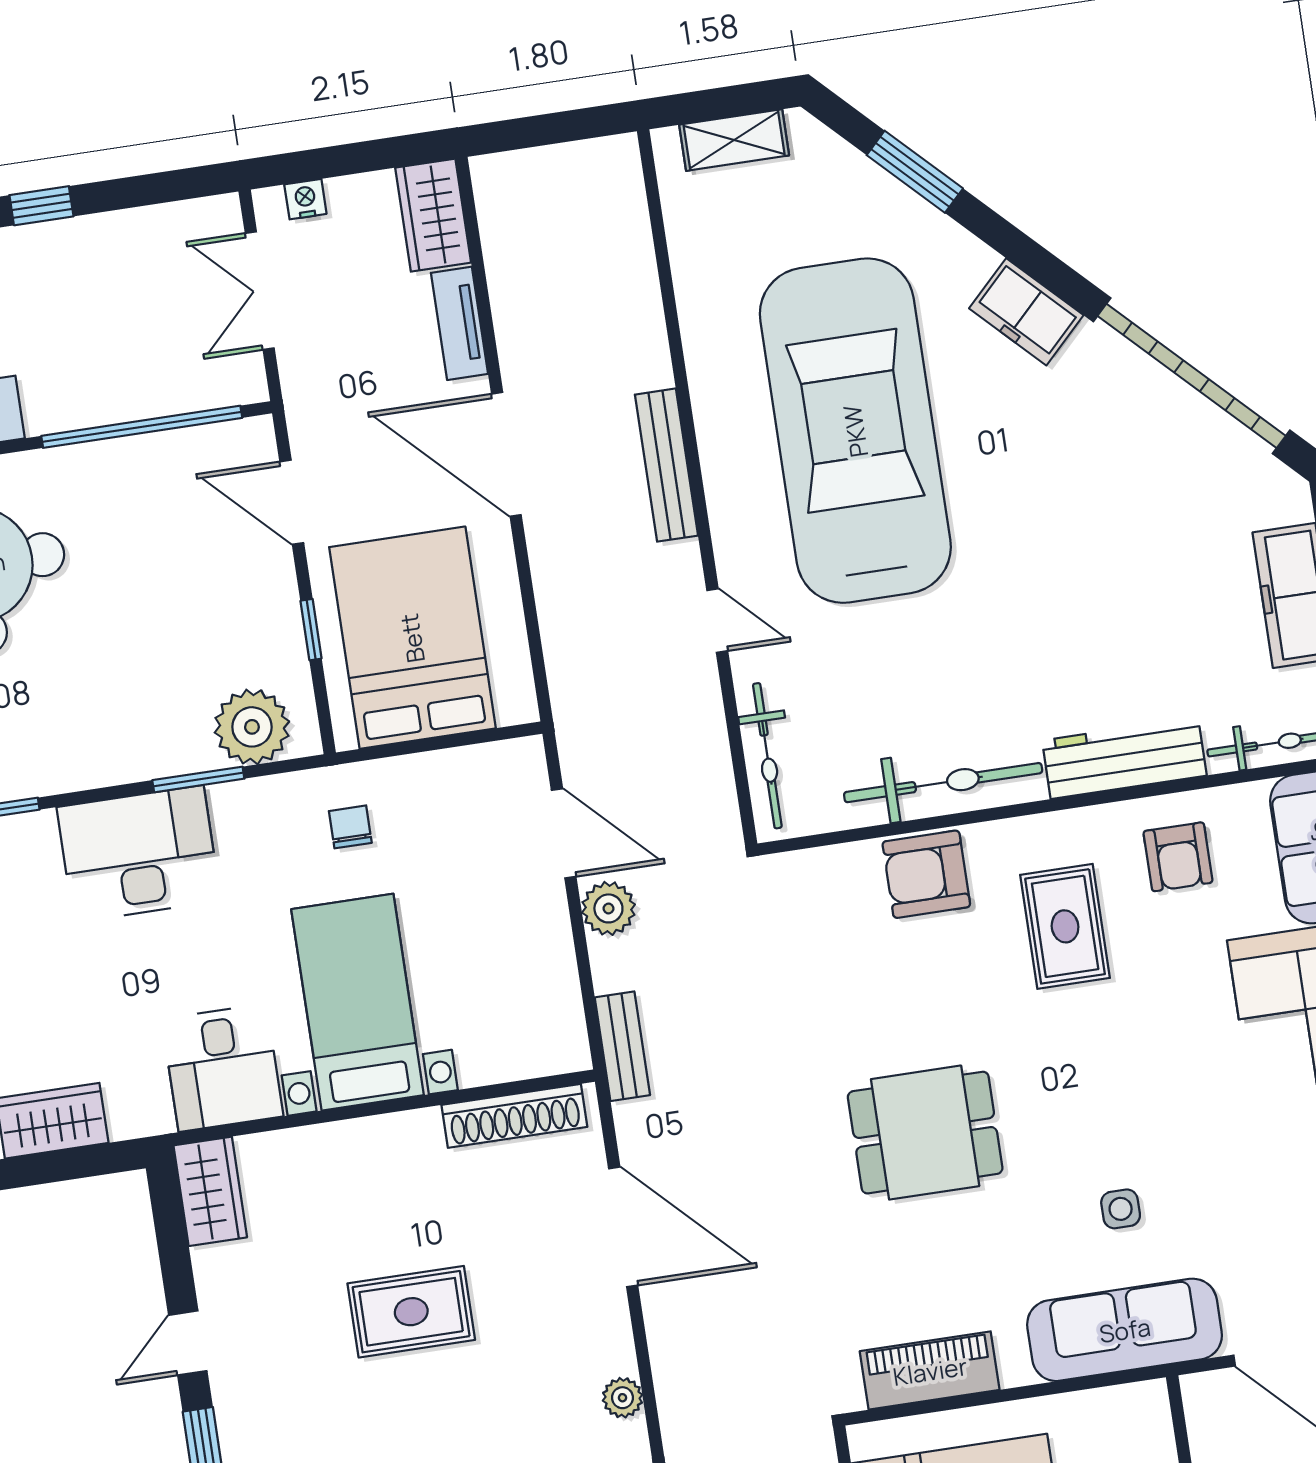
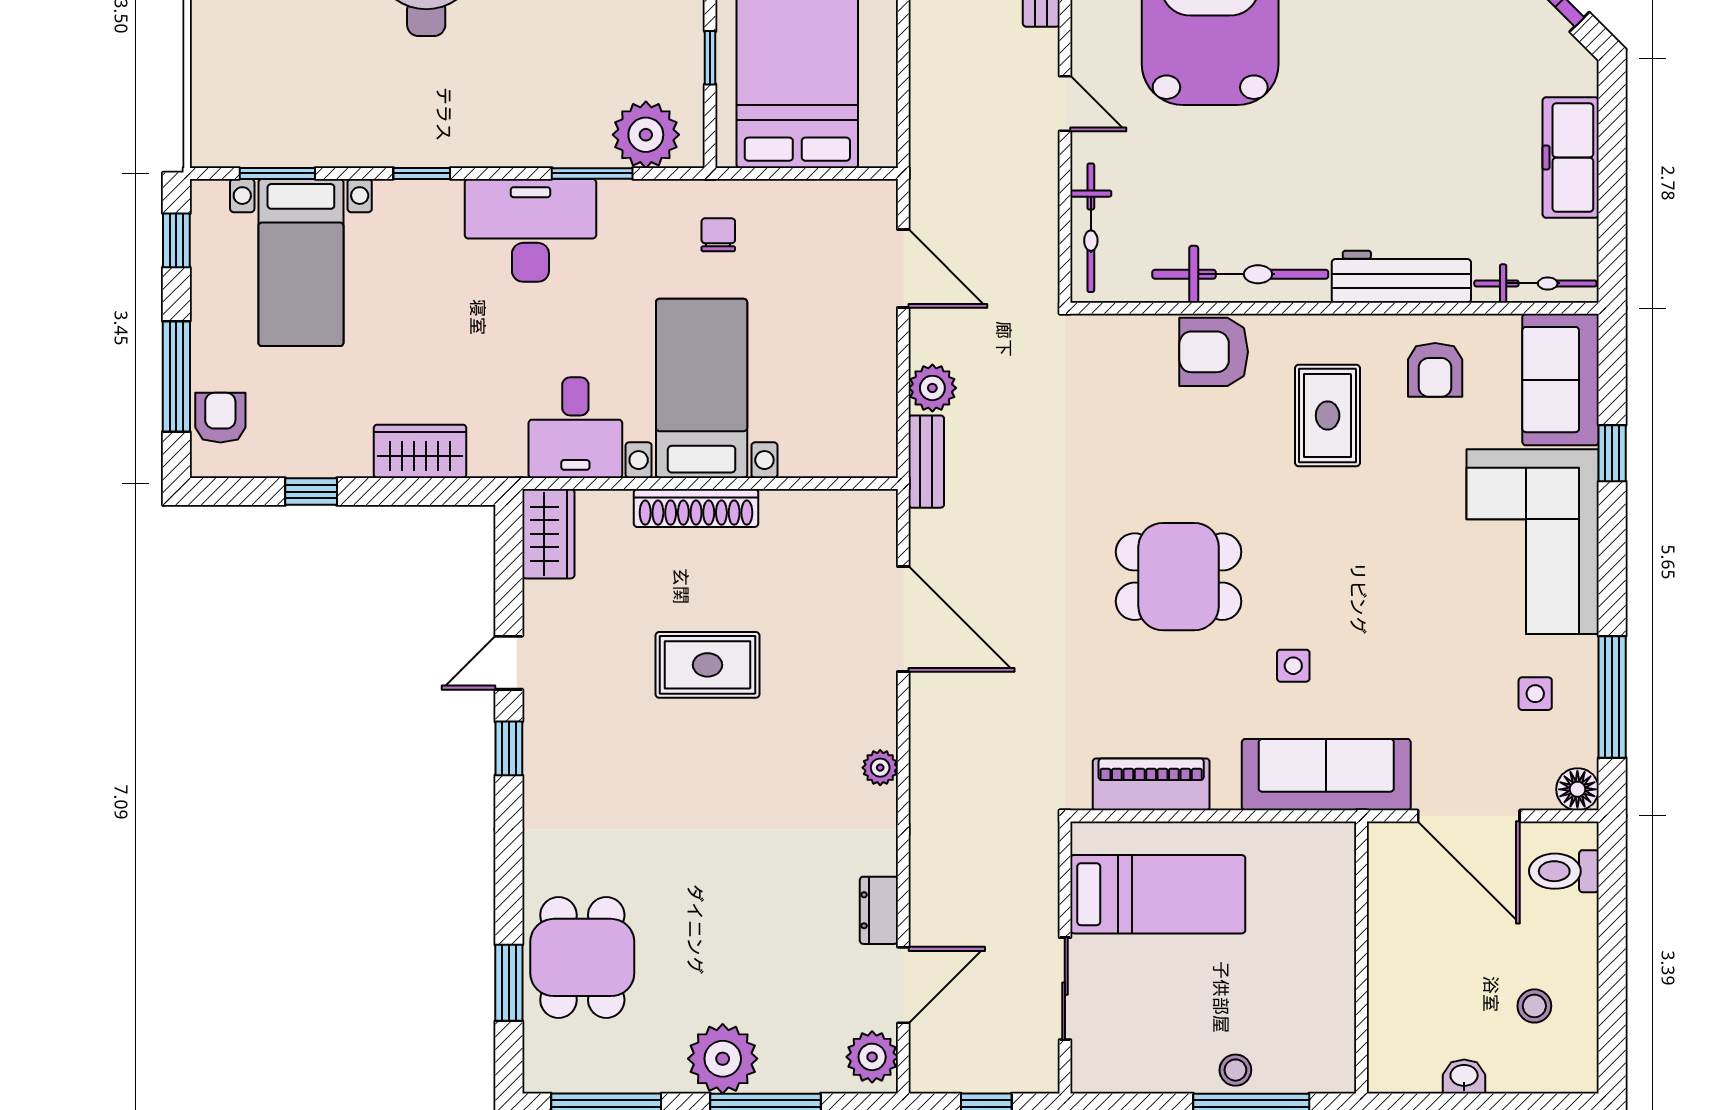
plant: (608, 908) -> (932, 388), moved
shoe rack: (514, 1116) -> (696, 508), moved
side table: (1121, 1209) -> (1293, 666), moved

